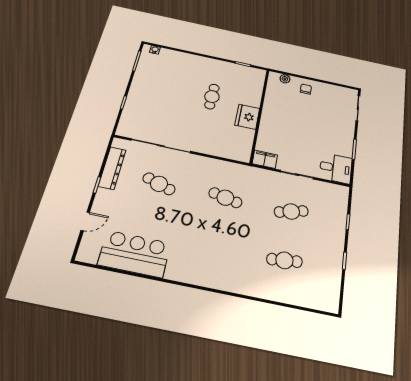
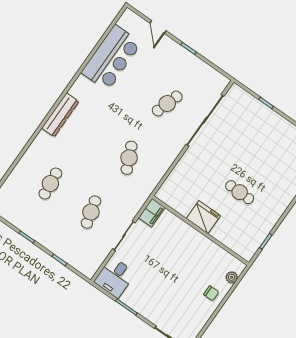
dresser: (112, 168) -> (60, 115), moved, turned -90
cafe table: (225, 198) -> (129, 158), turned -36

